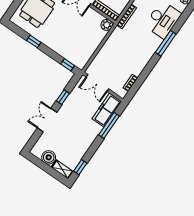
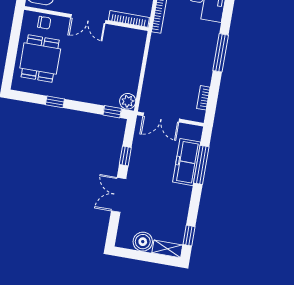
plant: (107, 25) -> (128, 101), moved
window: (166, 43) -> (221, 53), moved
freezer: (107, 110) -> (187, 162), moved

